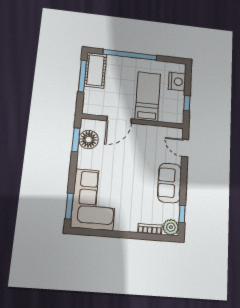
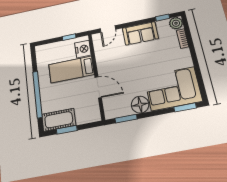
window: (82, 76) -> (67, 130), width x0.69
nightstand: (177, 82) -> (83, 49), moved, turned 90
floor lamp: (89, 139) -> (140, 105), moved

